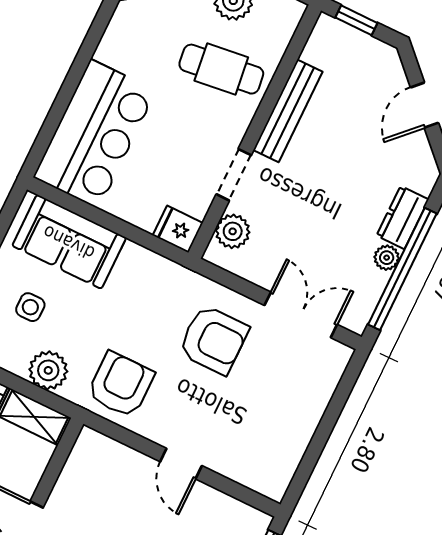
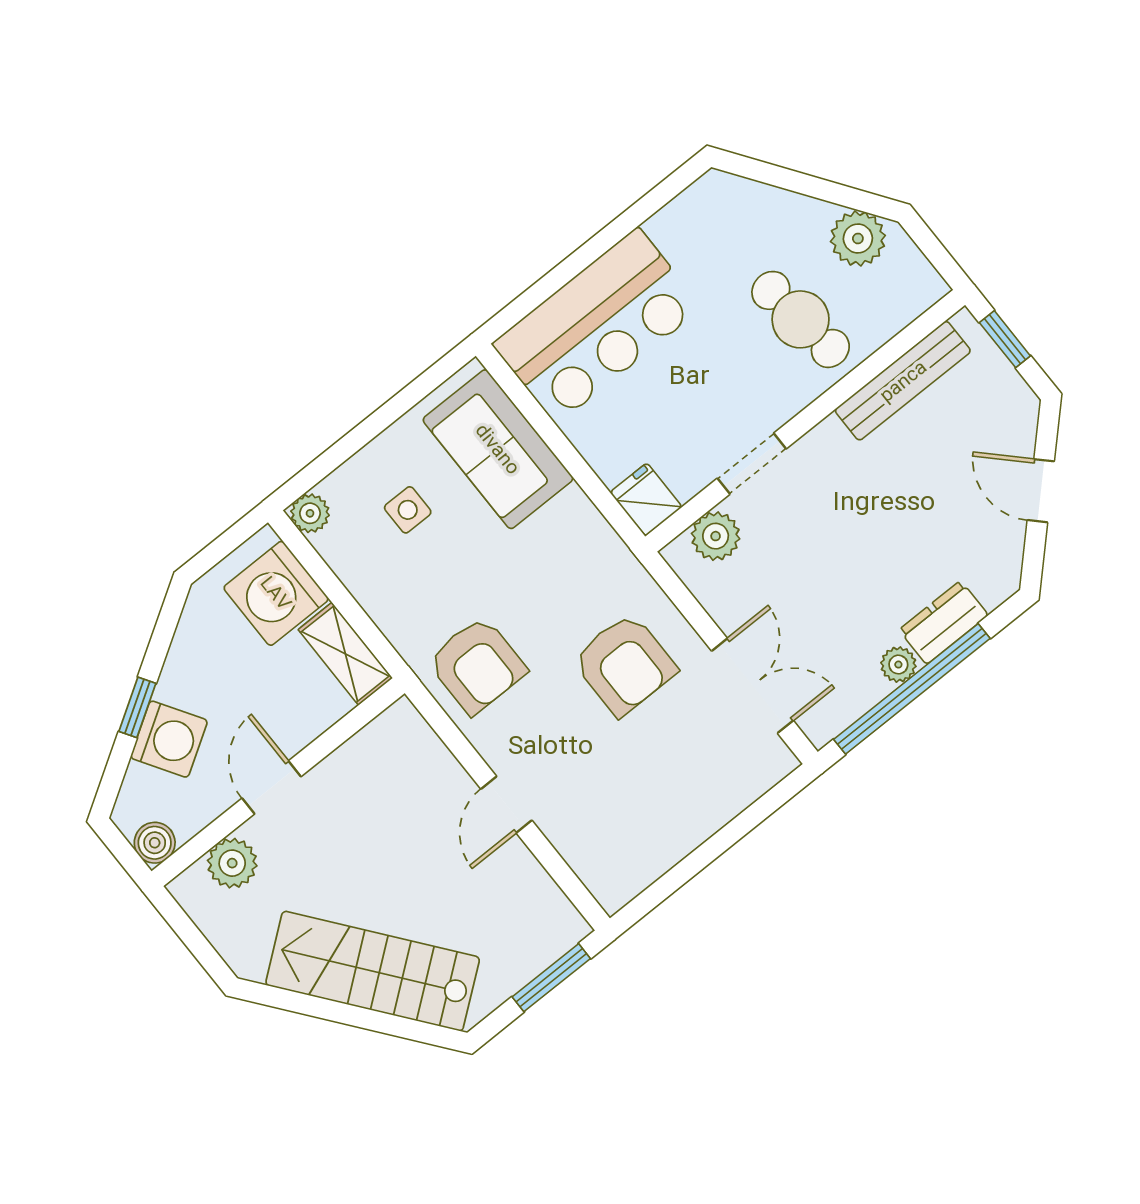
door: (424, 105) -> (1041, 491), hinge flipped
bench: (288, 111) -> (903, 381), moved
plant: (48, 370) -> (392, 603), removed
armchair: (121, 385) -> (477, 665), turned 90

